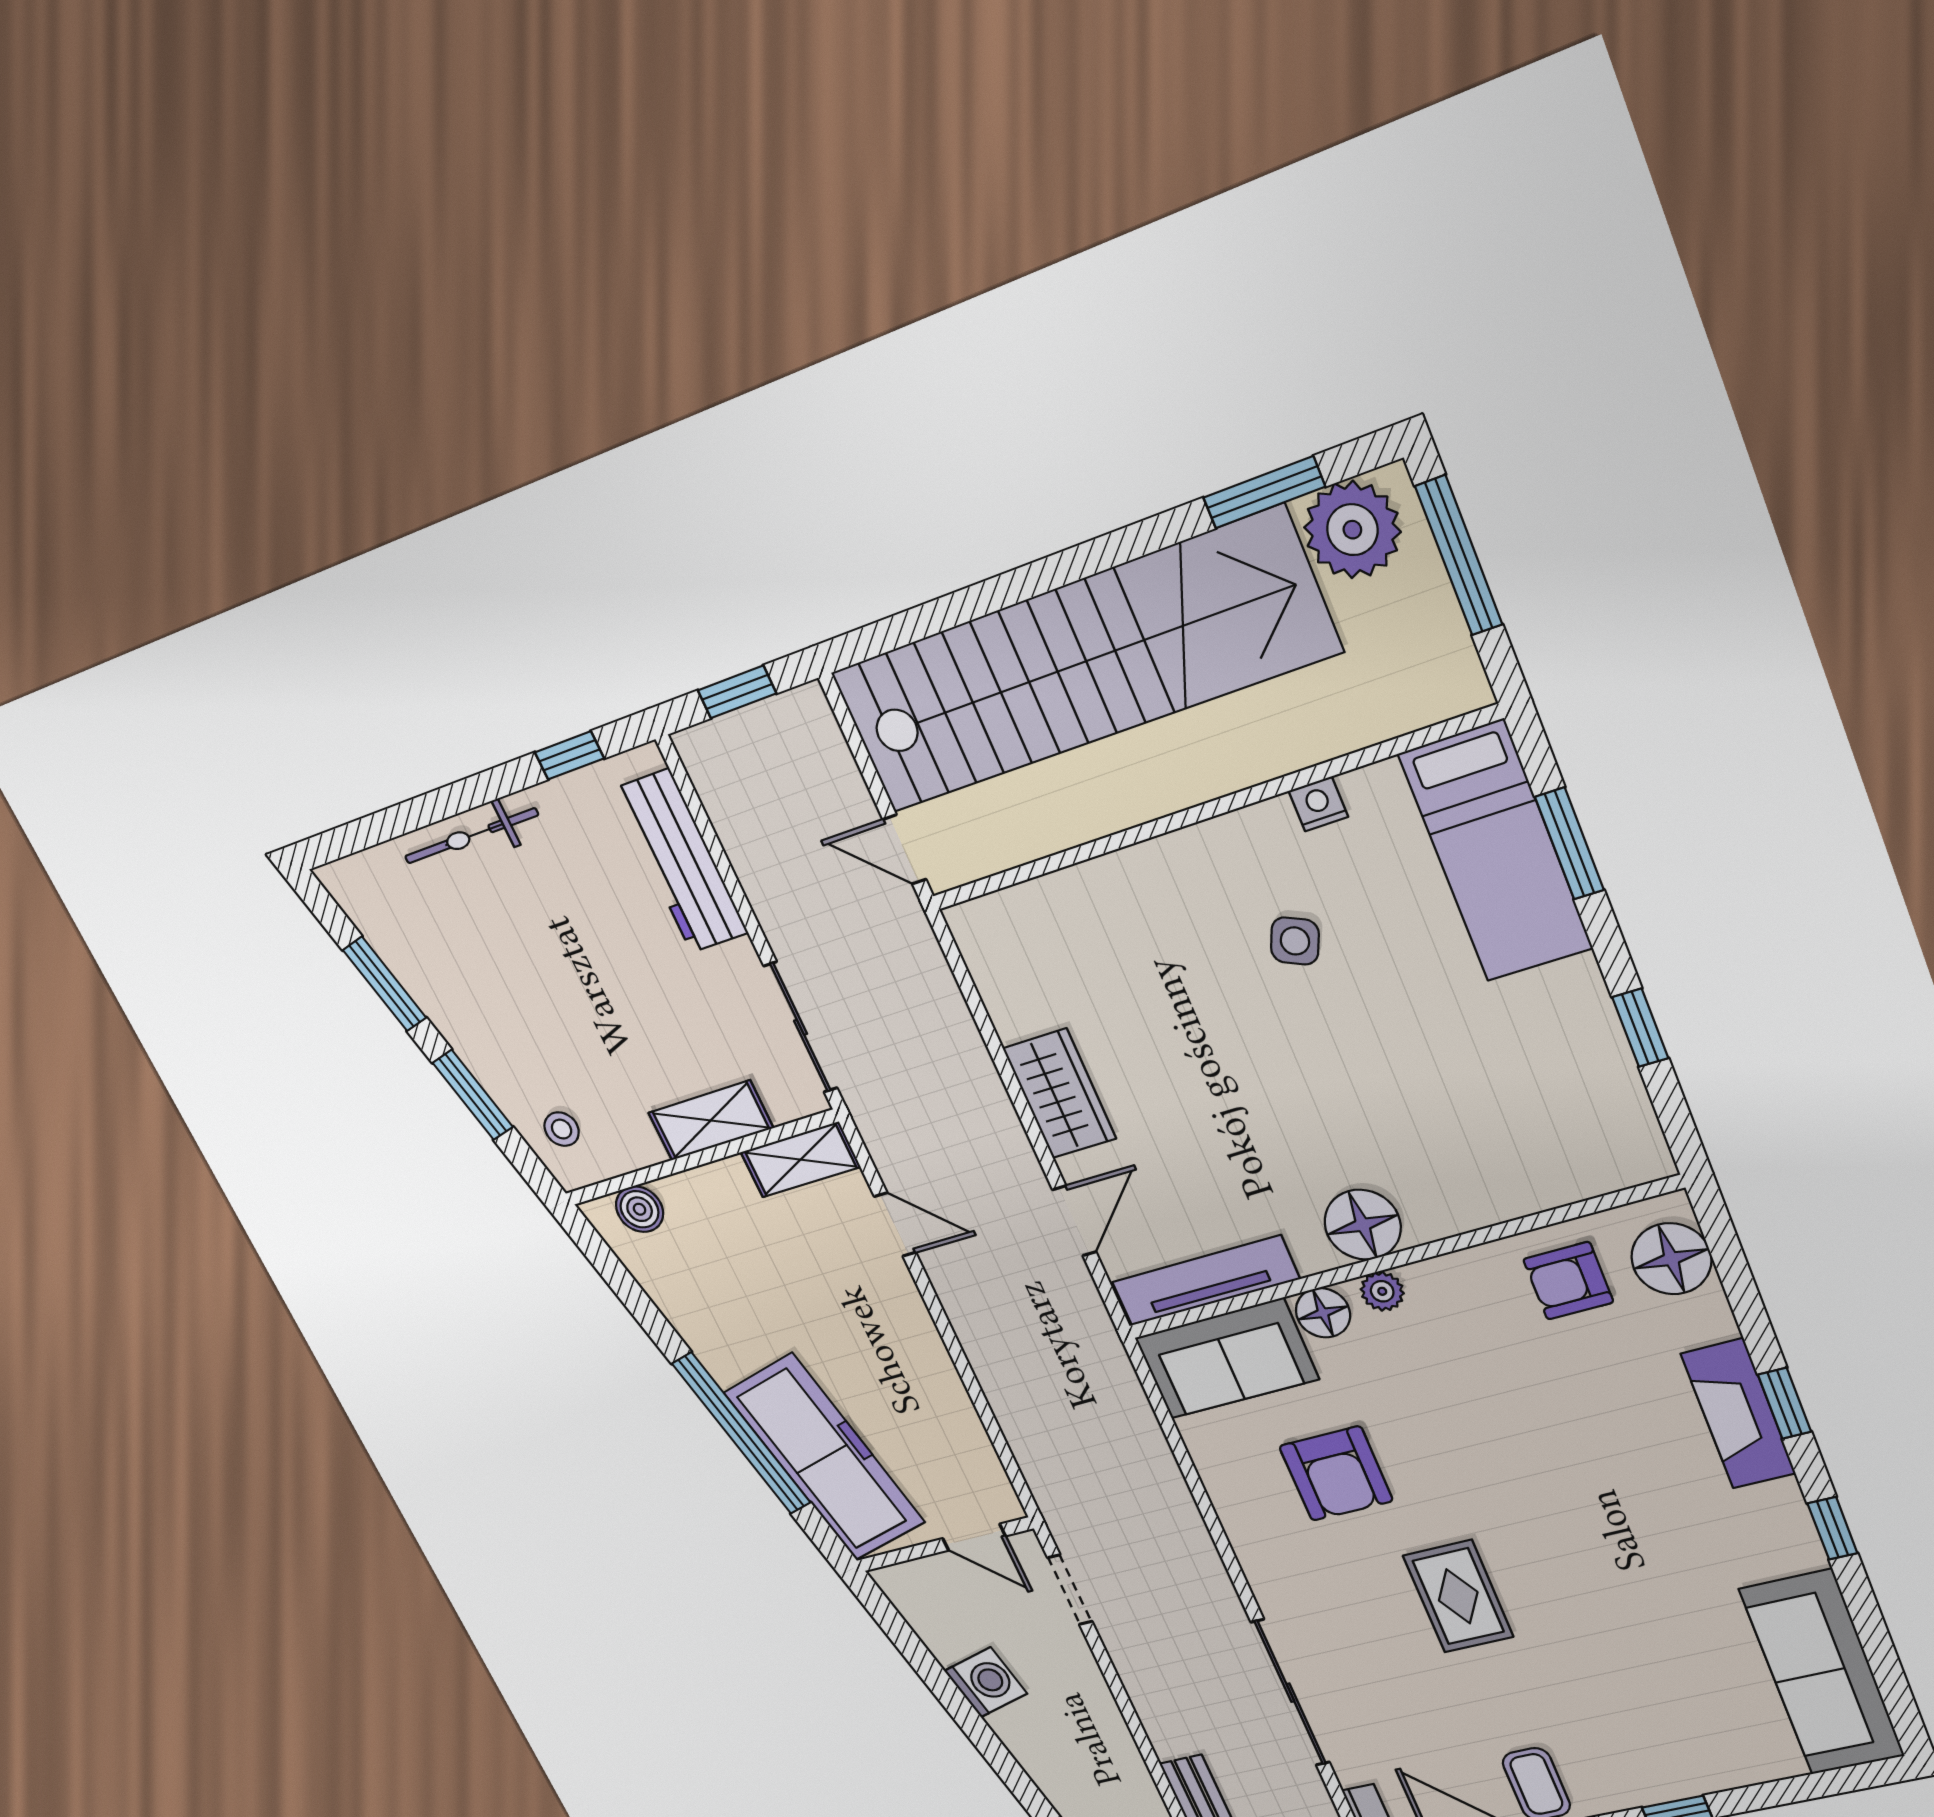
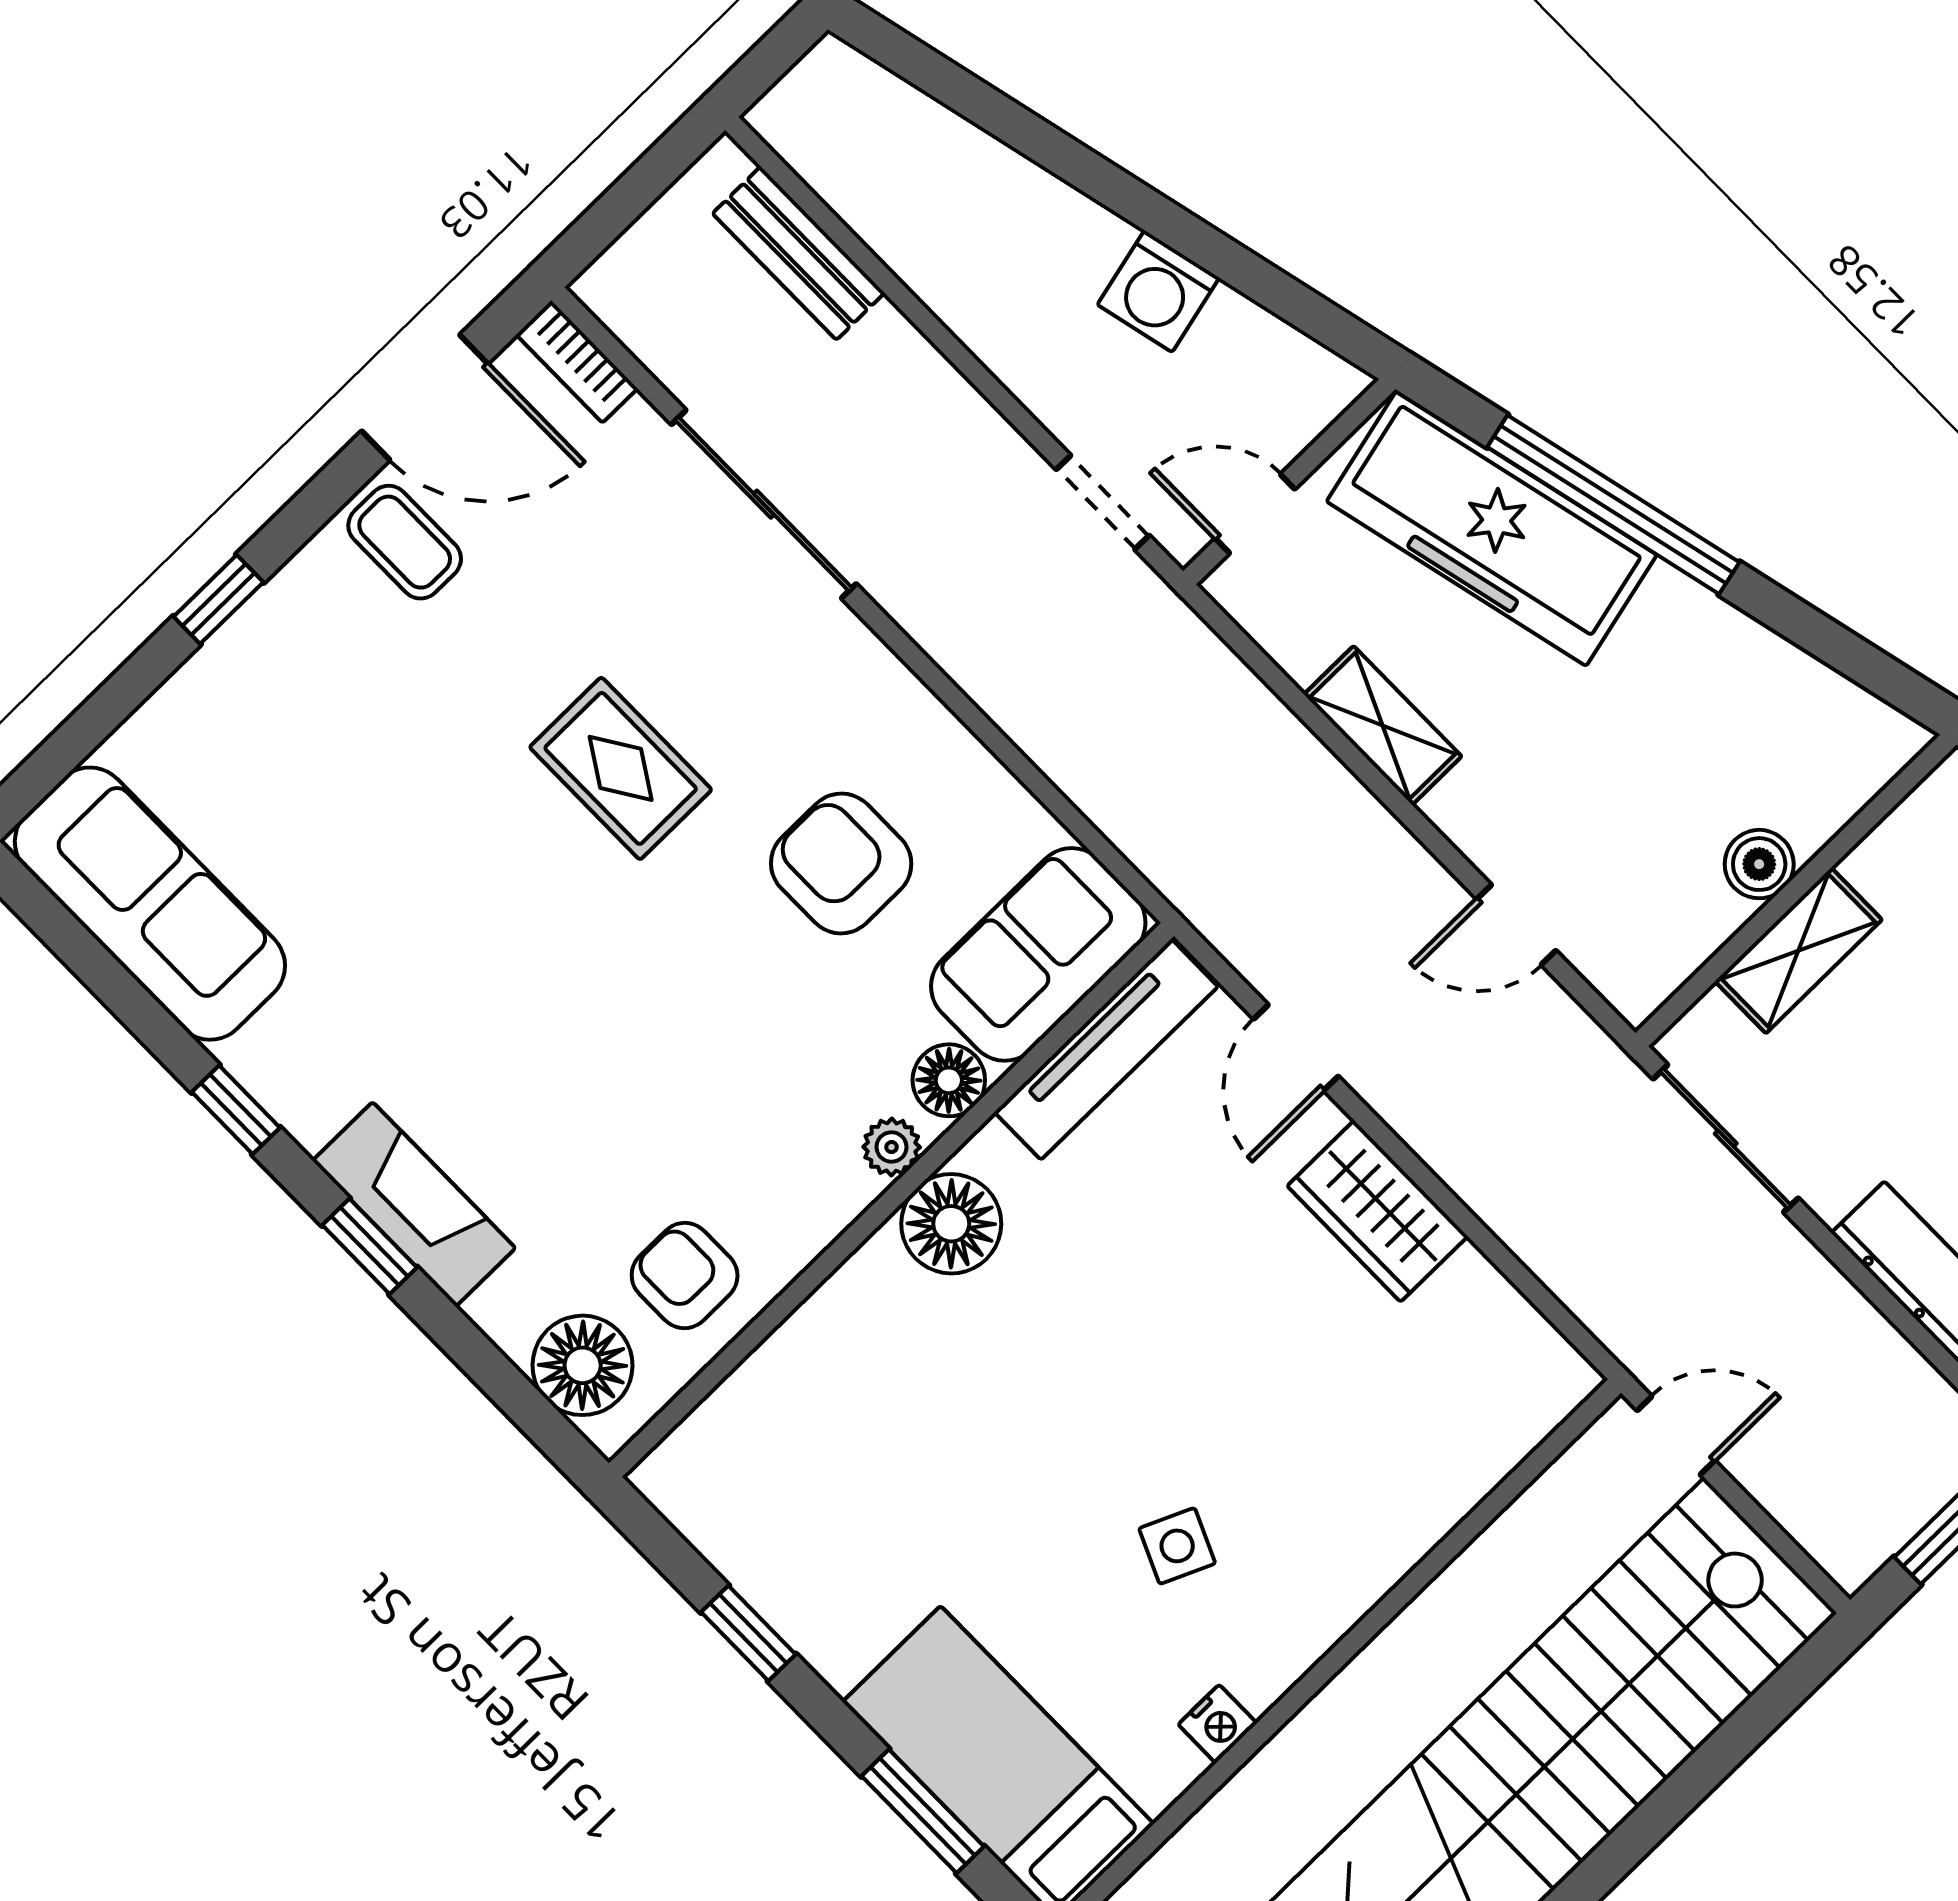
shelving: (800, 1160) -> (1383, 725), moved, turned 90
boiler: (640, 1209) -> (1759, 864), moved
armchair: (1568, 1281) -> (685, 1276), turned -90

